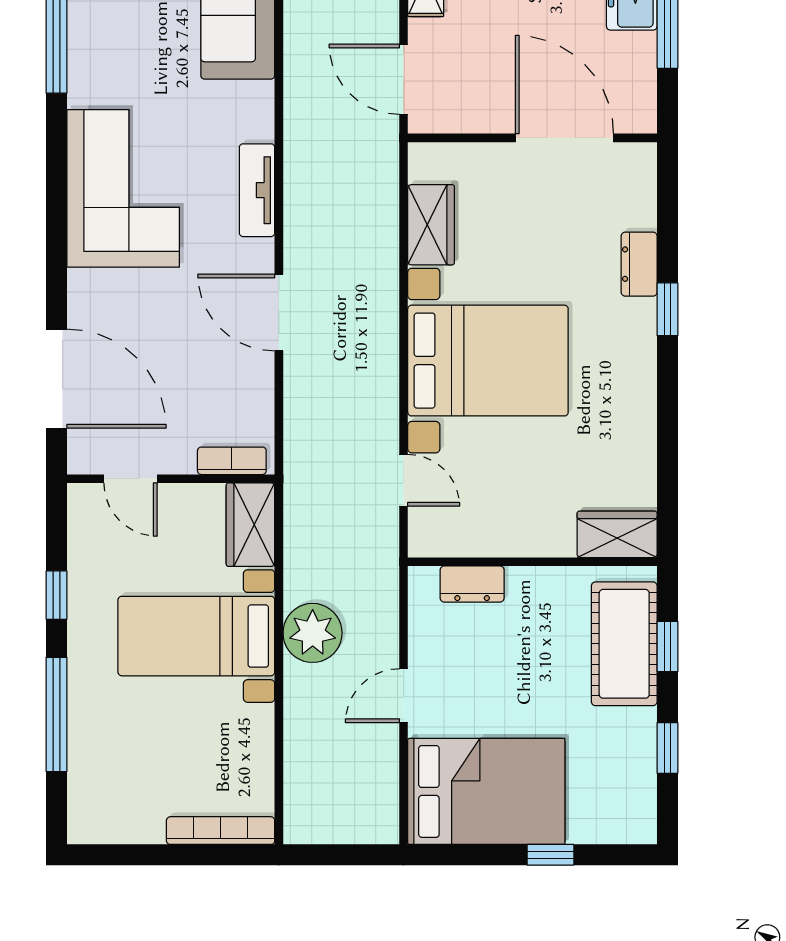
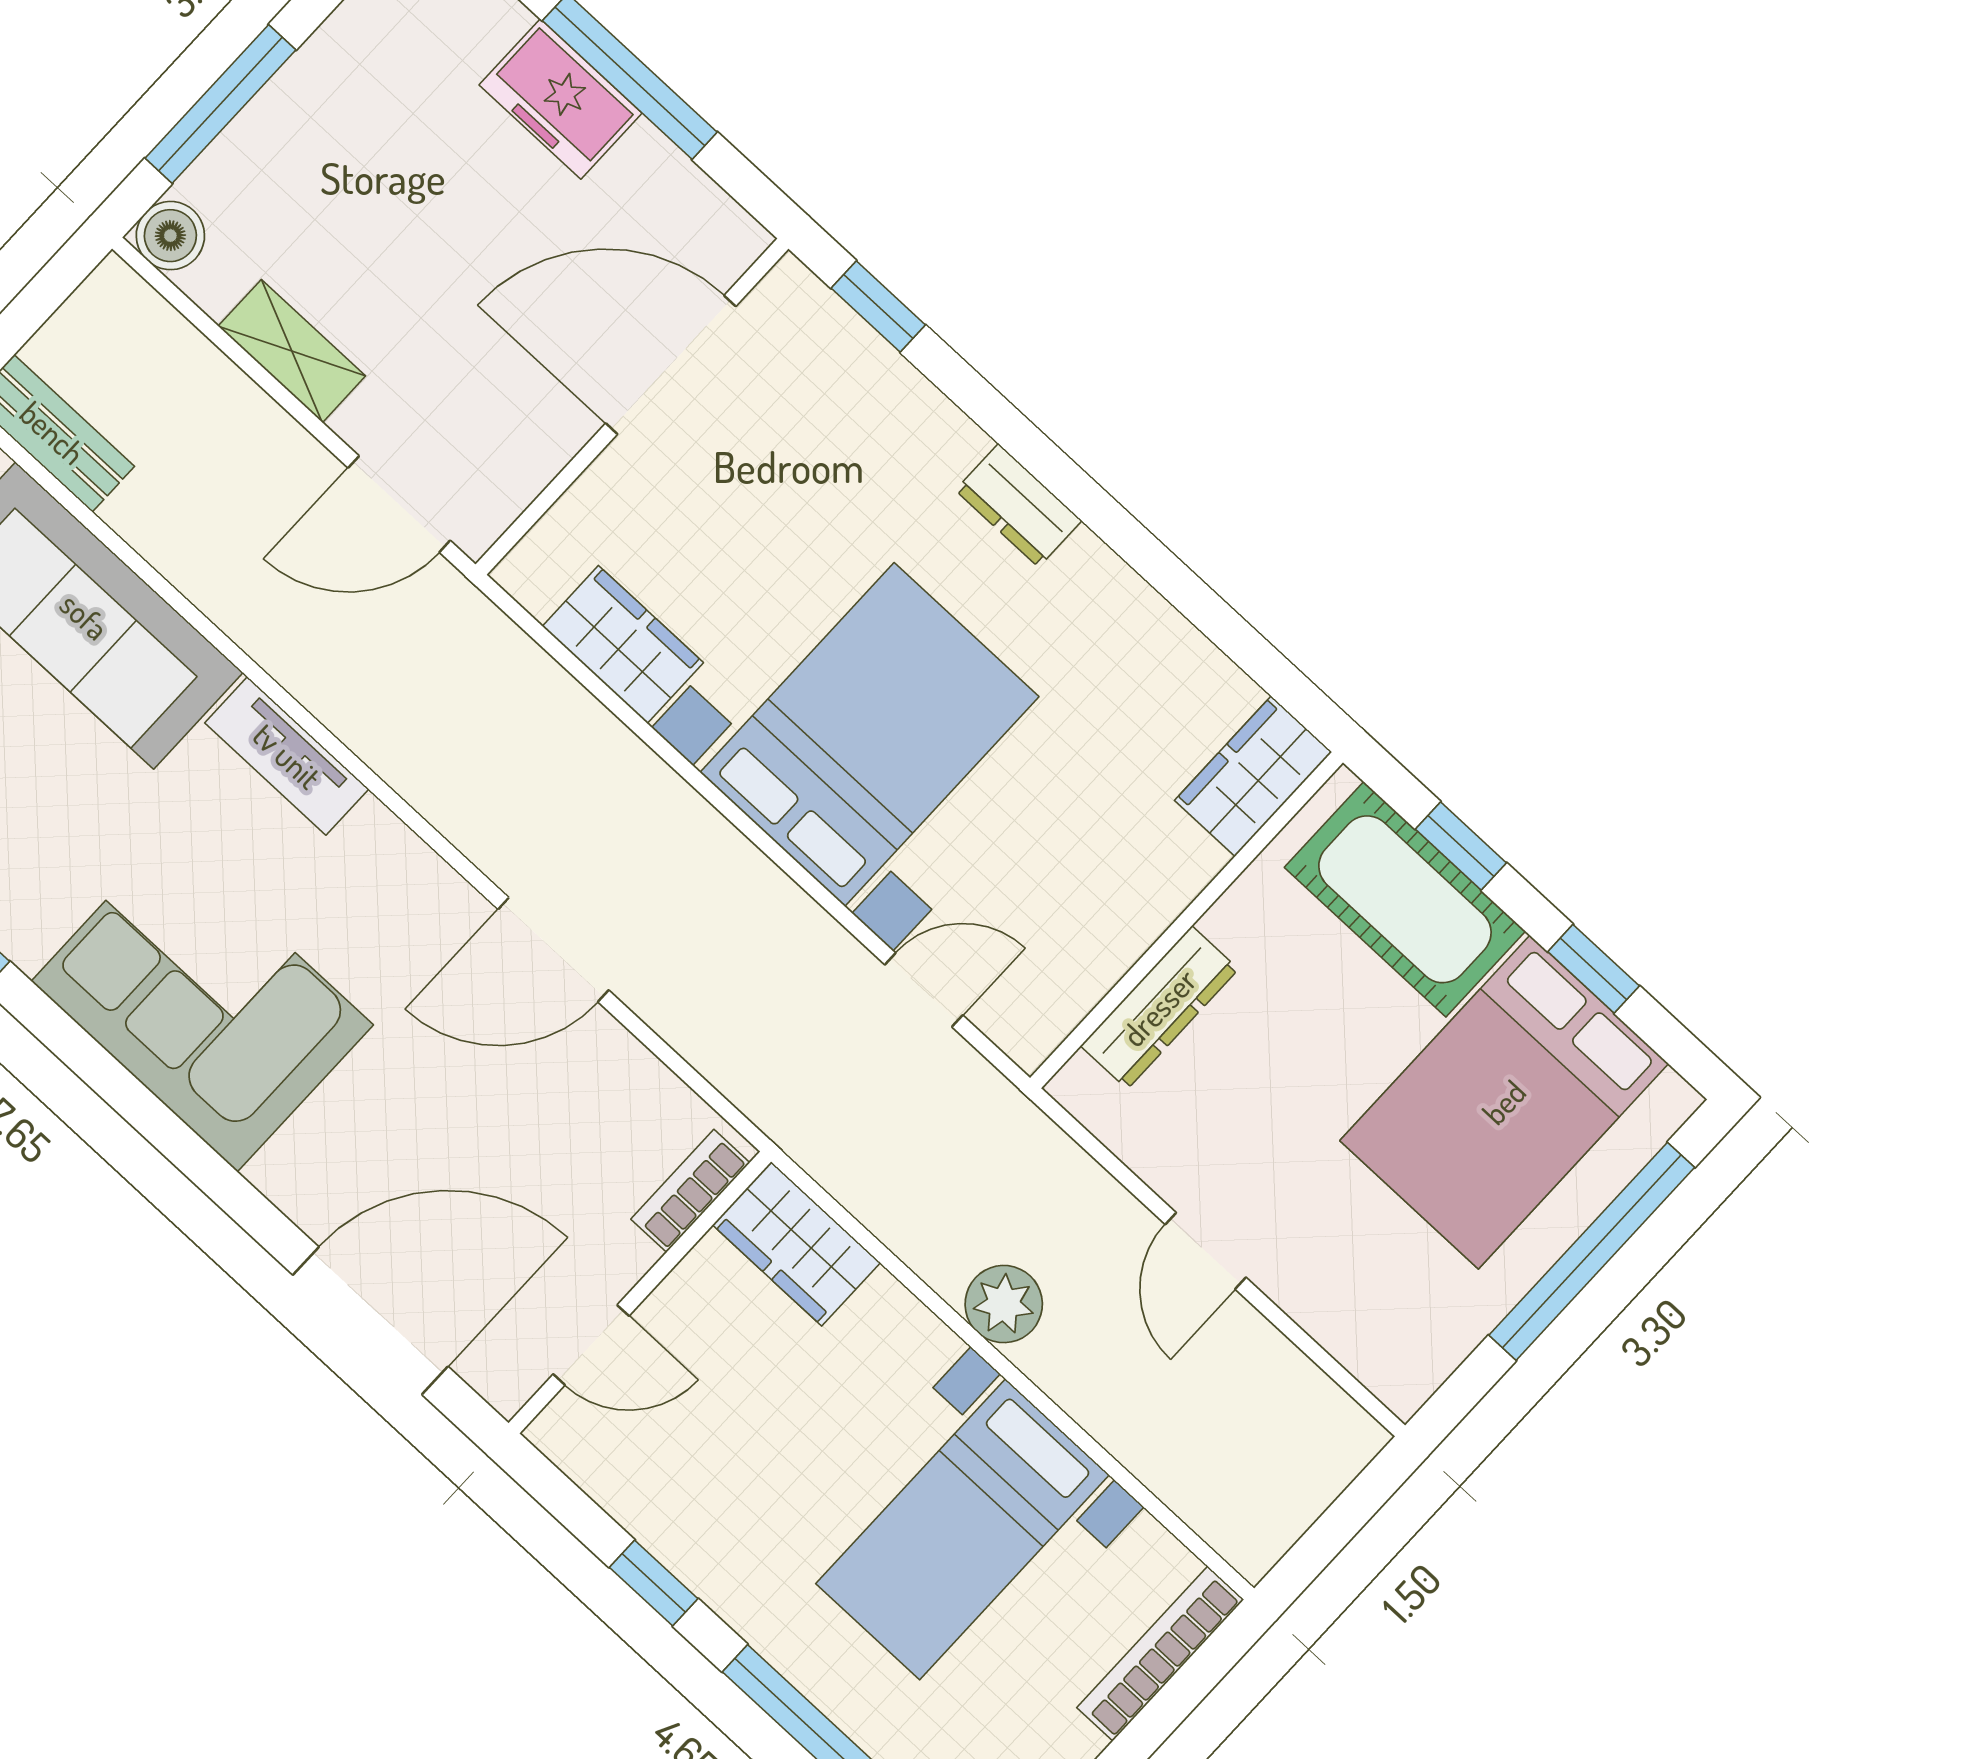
tv unit: (257, 190) -> (287, 756), moved
dresser: (639, 264) -> (1019, 505), moved
window: (667, 309) -> (878, 307), moved
dresser: (472, 584) -> (1159, 1007), width x1.44
plant: (313, 633) -> (1004, 1304), width x0.73, depth x0.73
bed with nightstands: (196, 636) -> (963, 1529), moved
bed: (486, 791) -> (1504, 1102), moved, turned 180
window: (551, 855) -> (1592, 1251), width x3.17

